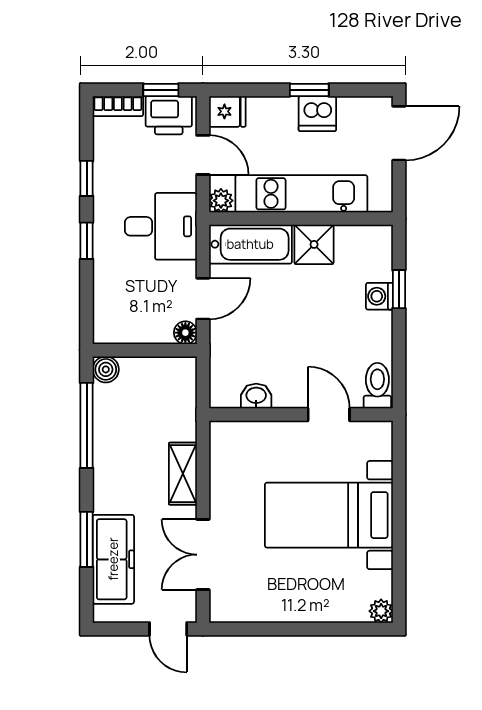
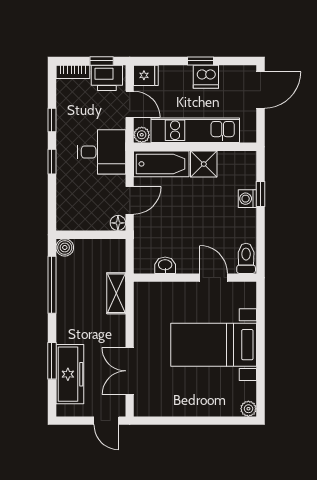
shelving: (183, 474) -> (116, 293), moved

